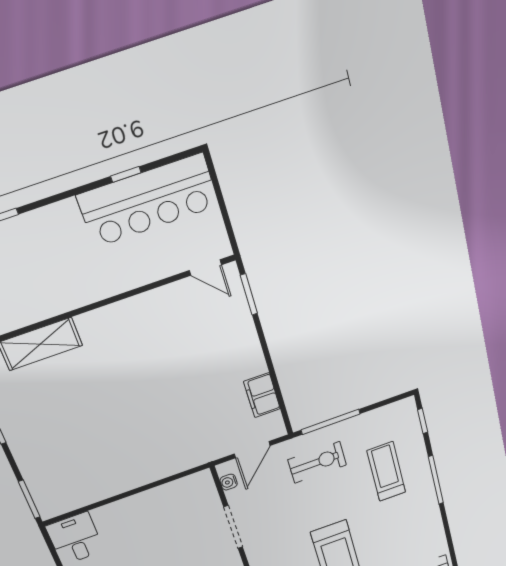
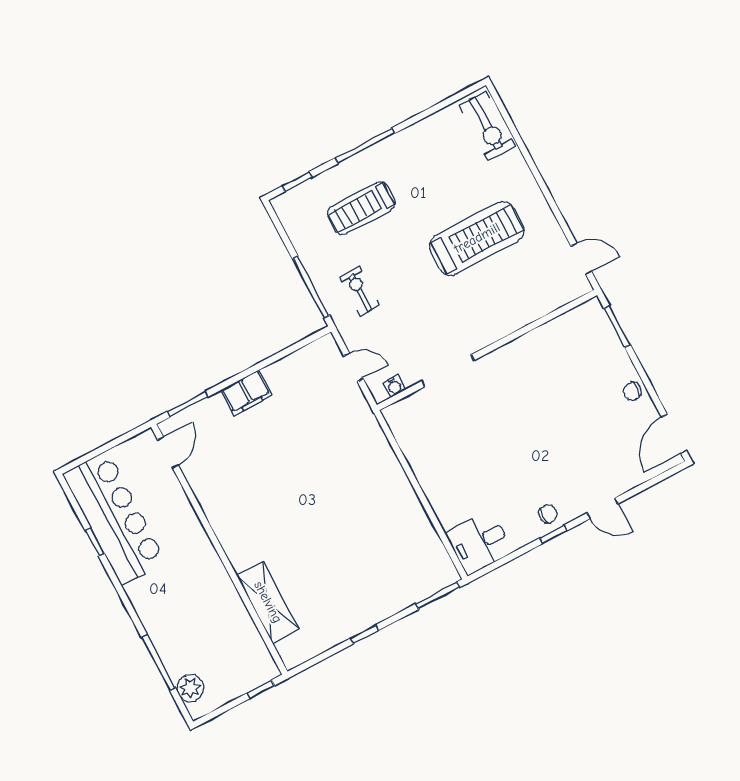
filing cabinet: (262, 395) -> (246, 393), moved
door: (252, 450) -> (353, 367), width x0.73
exercise bike: (317, 462) -> (360, 291), width x0.73, depth x0.72

